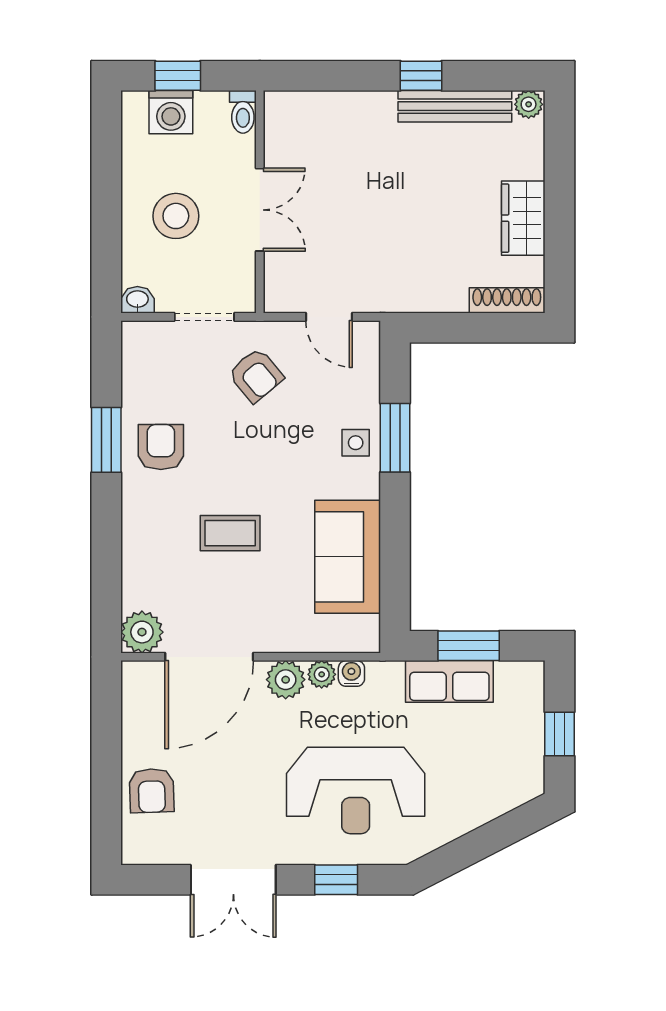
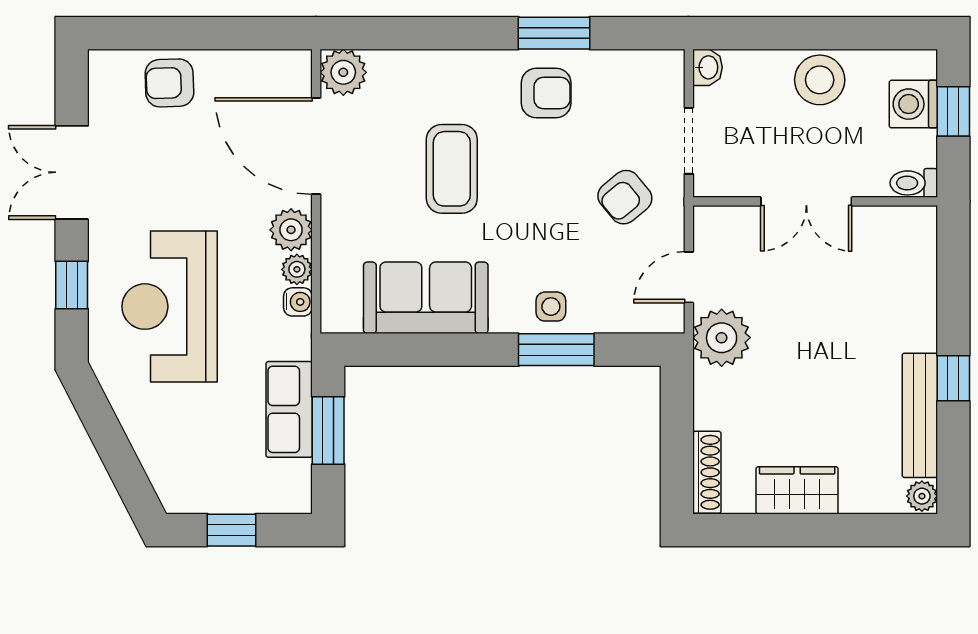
stool: (176, 216) -> (820, 80), moved
plant: (384, 287) -> (722, 338), added
coffee table: (230, 533) -> (452, 169), width x1.36, depth x1.30

